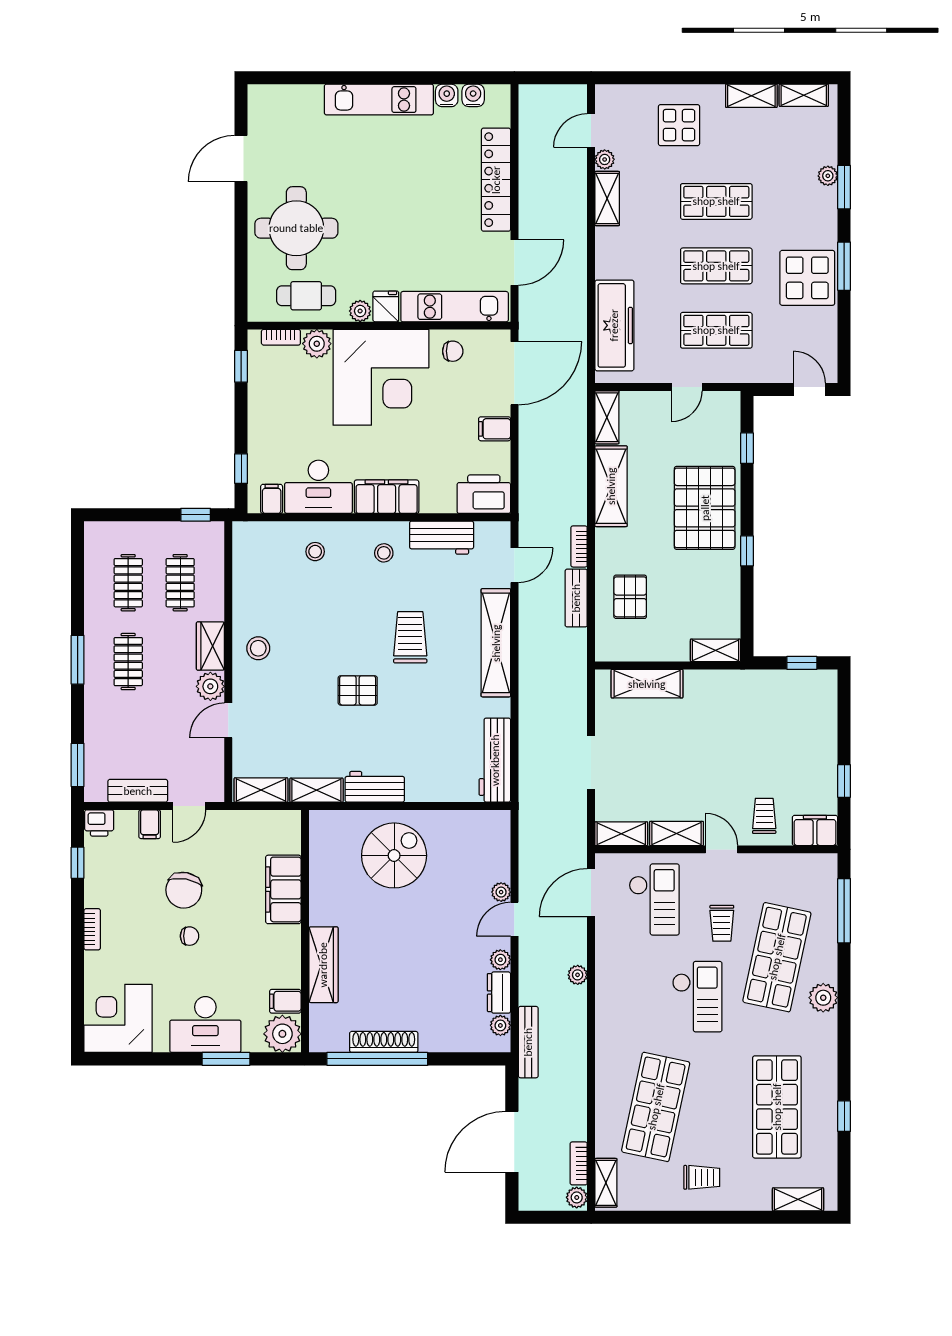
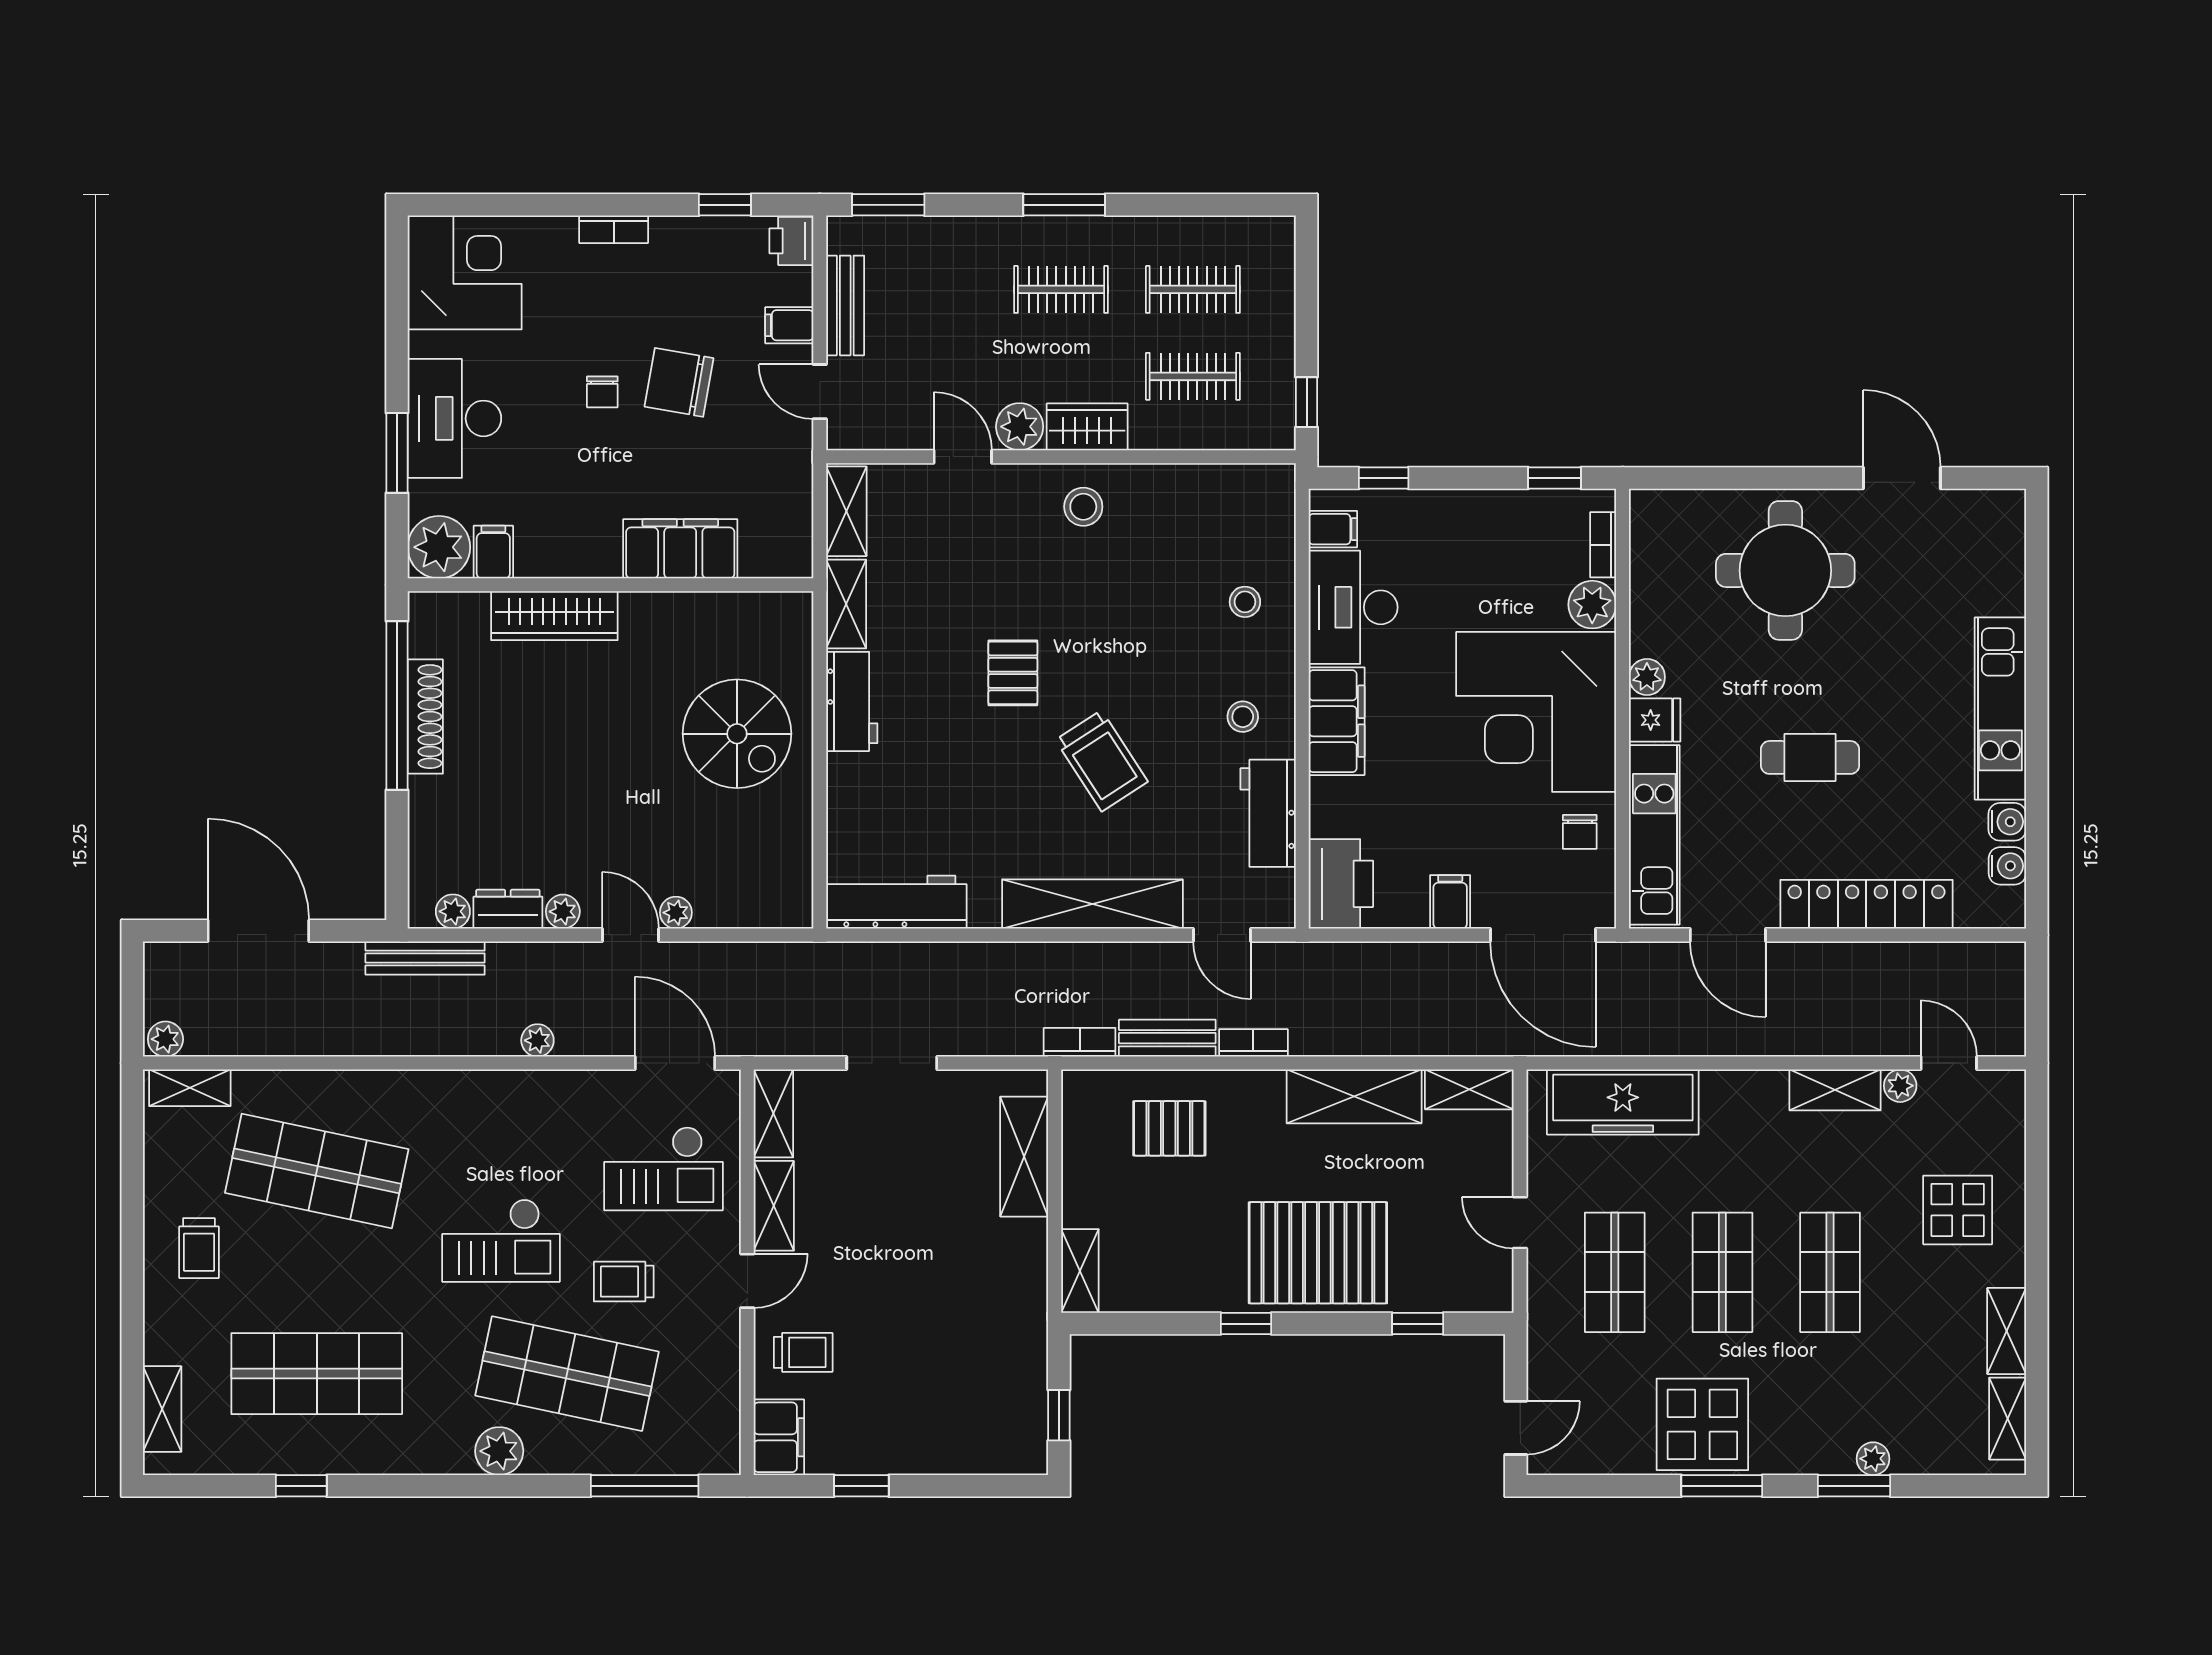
cafe table: (306, 296) -> (1810, 757), moved, turned 90
trolley: (410, 637) -> (1102, 761), turned 57
bookcase: (579, 1163) -> (1080, 1042), moved

